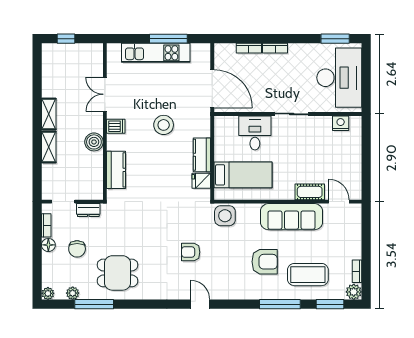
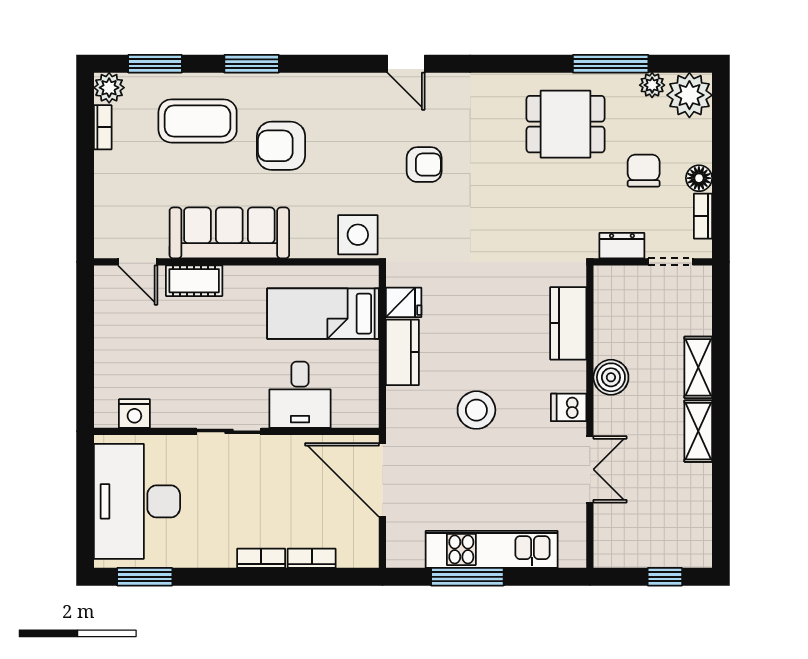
plant: (48, 293) -> (689, 95), width x1.88, depth x1.88
window: (280, 304) -> (252, 64), width x0.69

